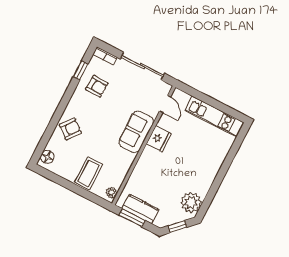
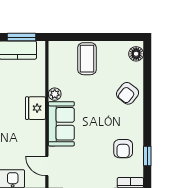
armchair: (97, 86) -> (123, 149), turned -92
fridge: (159, 139) -> (36, 108), moved
plant: (111, 193) -> (55, 94), moved

